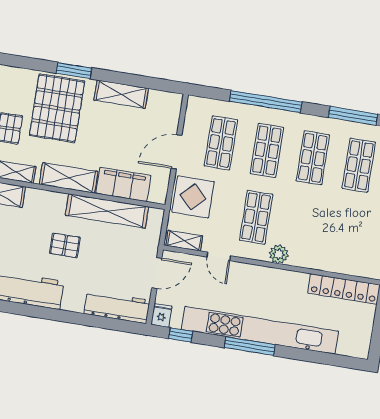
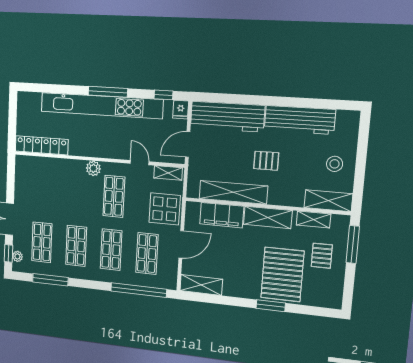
shelving: (121, 94) -> (201, 285), moved
window: (266, 102) -> (139, 290), moved
workbench: (117, 307) -> (227, 117), width x1.36, depth x1.32

